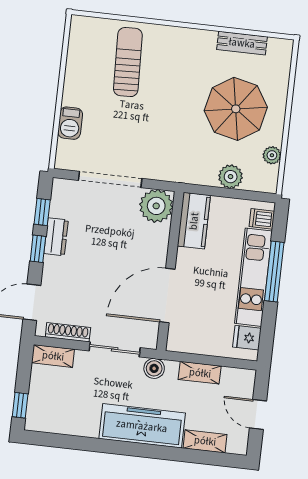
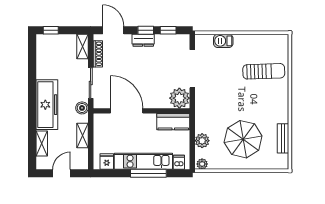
plant: (272, 155) -> (202, 164), moved
dresser: (56, 237) -> (143, 40), moved

